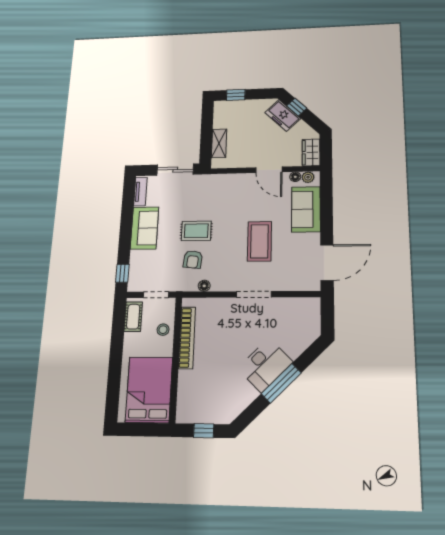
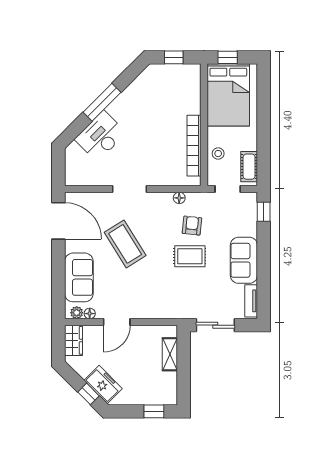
door: (269, 170) -> (117, 322), swing flipped
coffee table: (259, 241) -> (125, 244), turned -32
door: (327, 263) -> (58, 221), swing flipped
desk: (265, 365) -> (100, 136), moved
window: (147, 430) -> (228, 57), added

